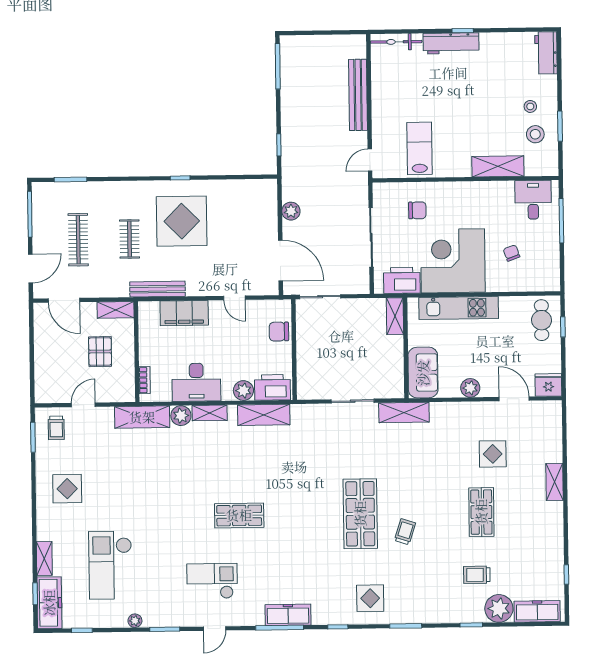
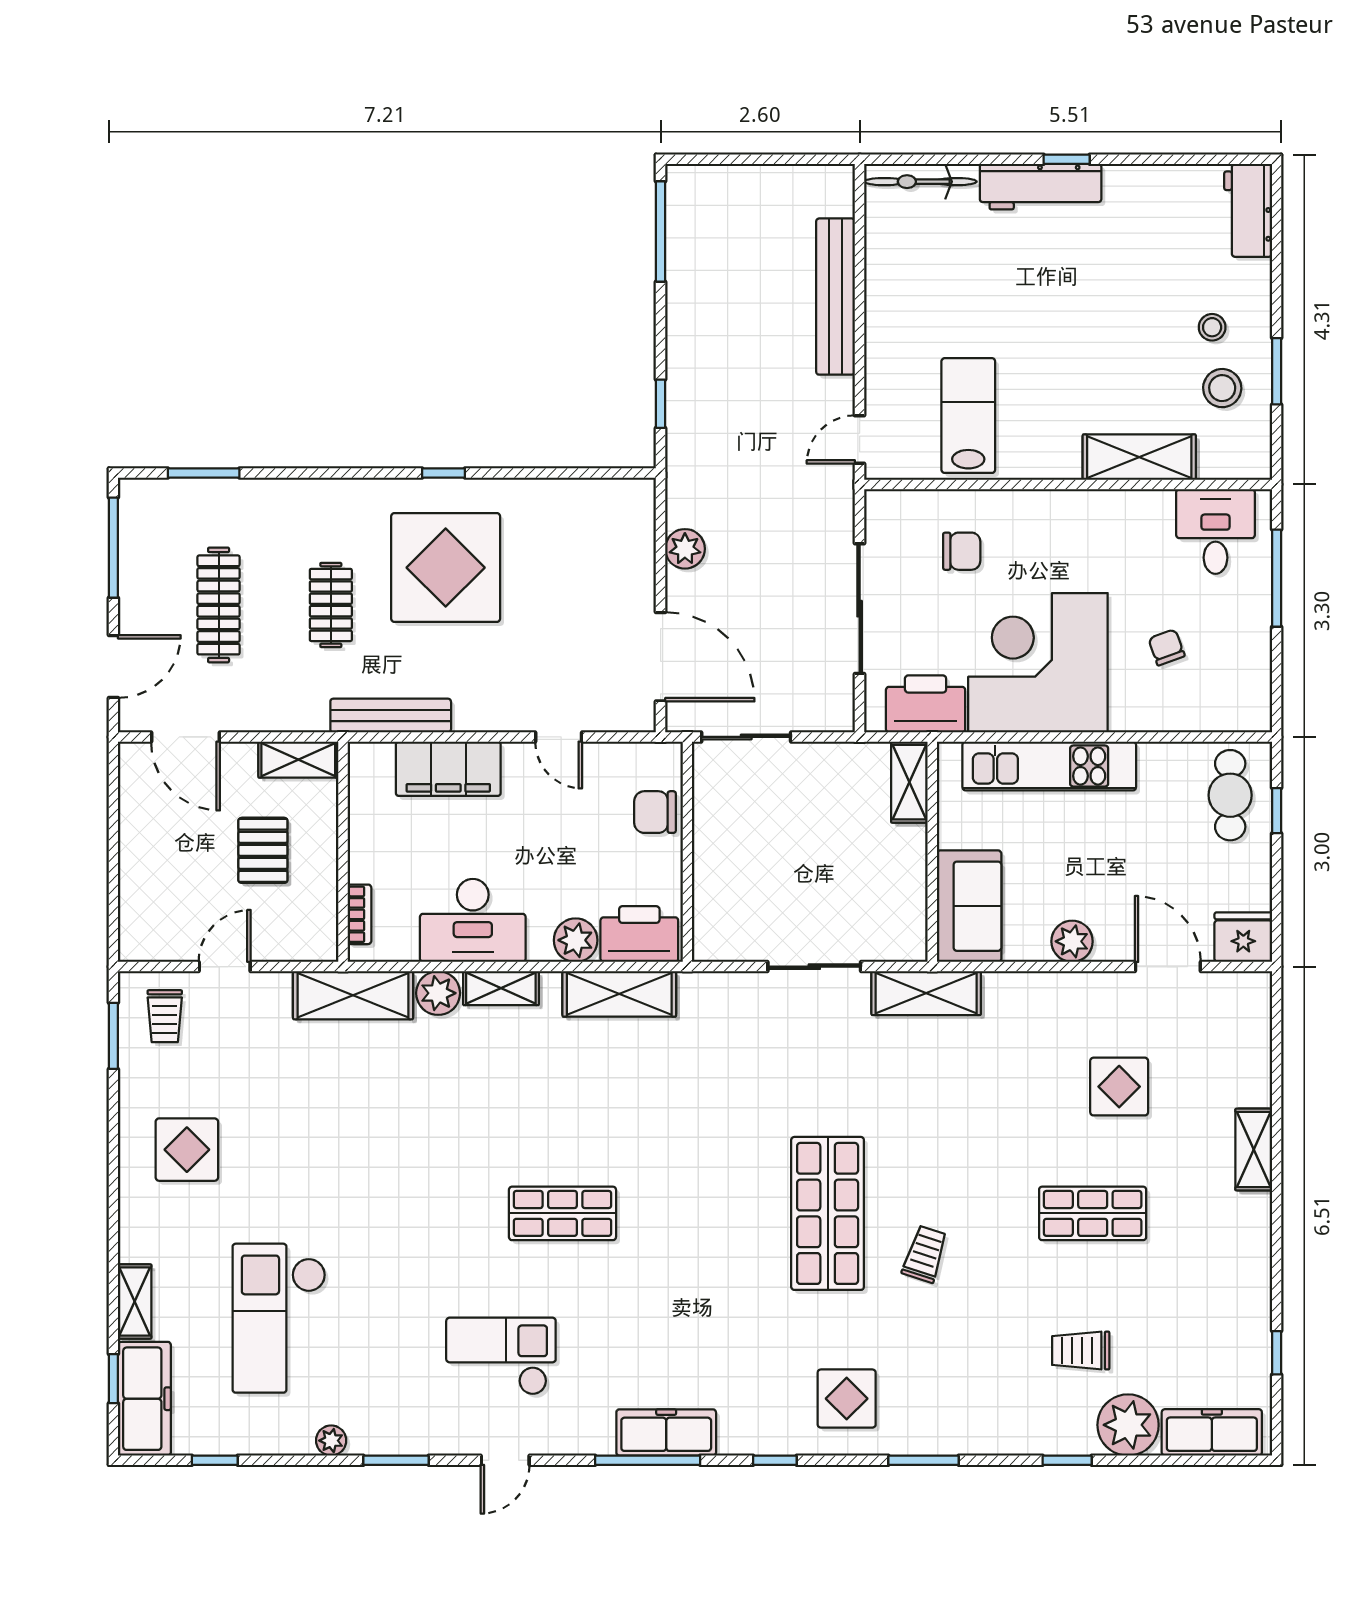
shop shelf: (481, 512) -> (1093, 1213), turned 90

